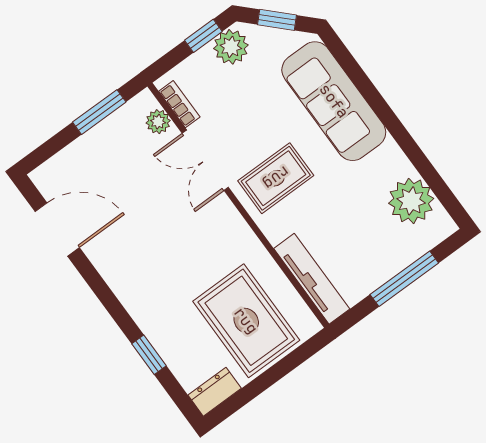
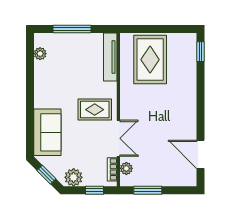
window: (203, 36) -> (94, 190), moved
sofa: (334, 101) -> (47, 132), width x0.73
plant: (411, 201) -> (40, 54), width x0.53, depth x0.53
window: (149, 355) -> (201, 52), moved
dresser: (215, 392) -> (185, 40), removed

